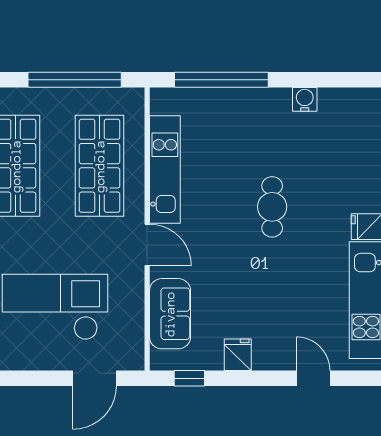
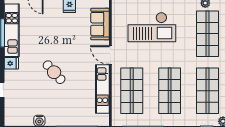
cafe table: (272, 207) -> (54, 72), turned -42

